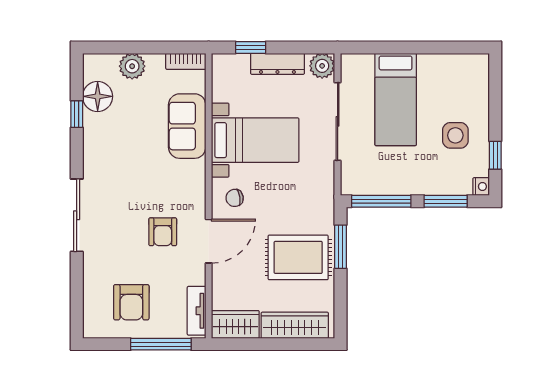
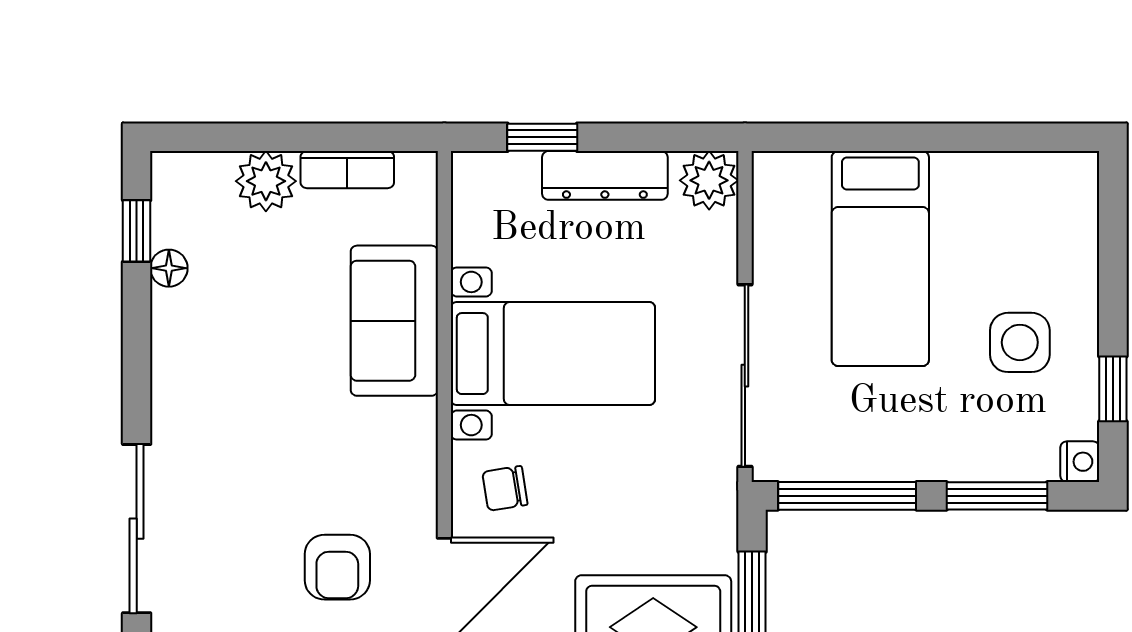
bookcase: (186, 61) -> (347, 170), moved
floor lamp: (98, 96) -> (169, 268), width x0.53, depth x0.53
window: (77, 114) -> (137, 231), moved
sliding door: (338, 121) -> (745, 376), moved

